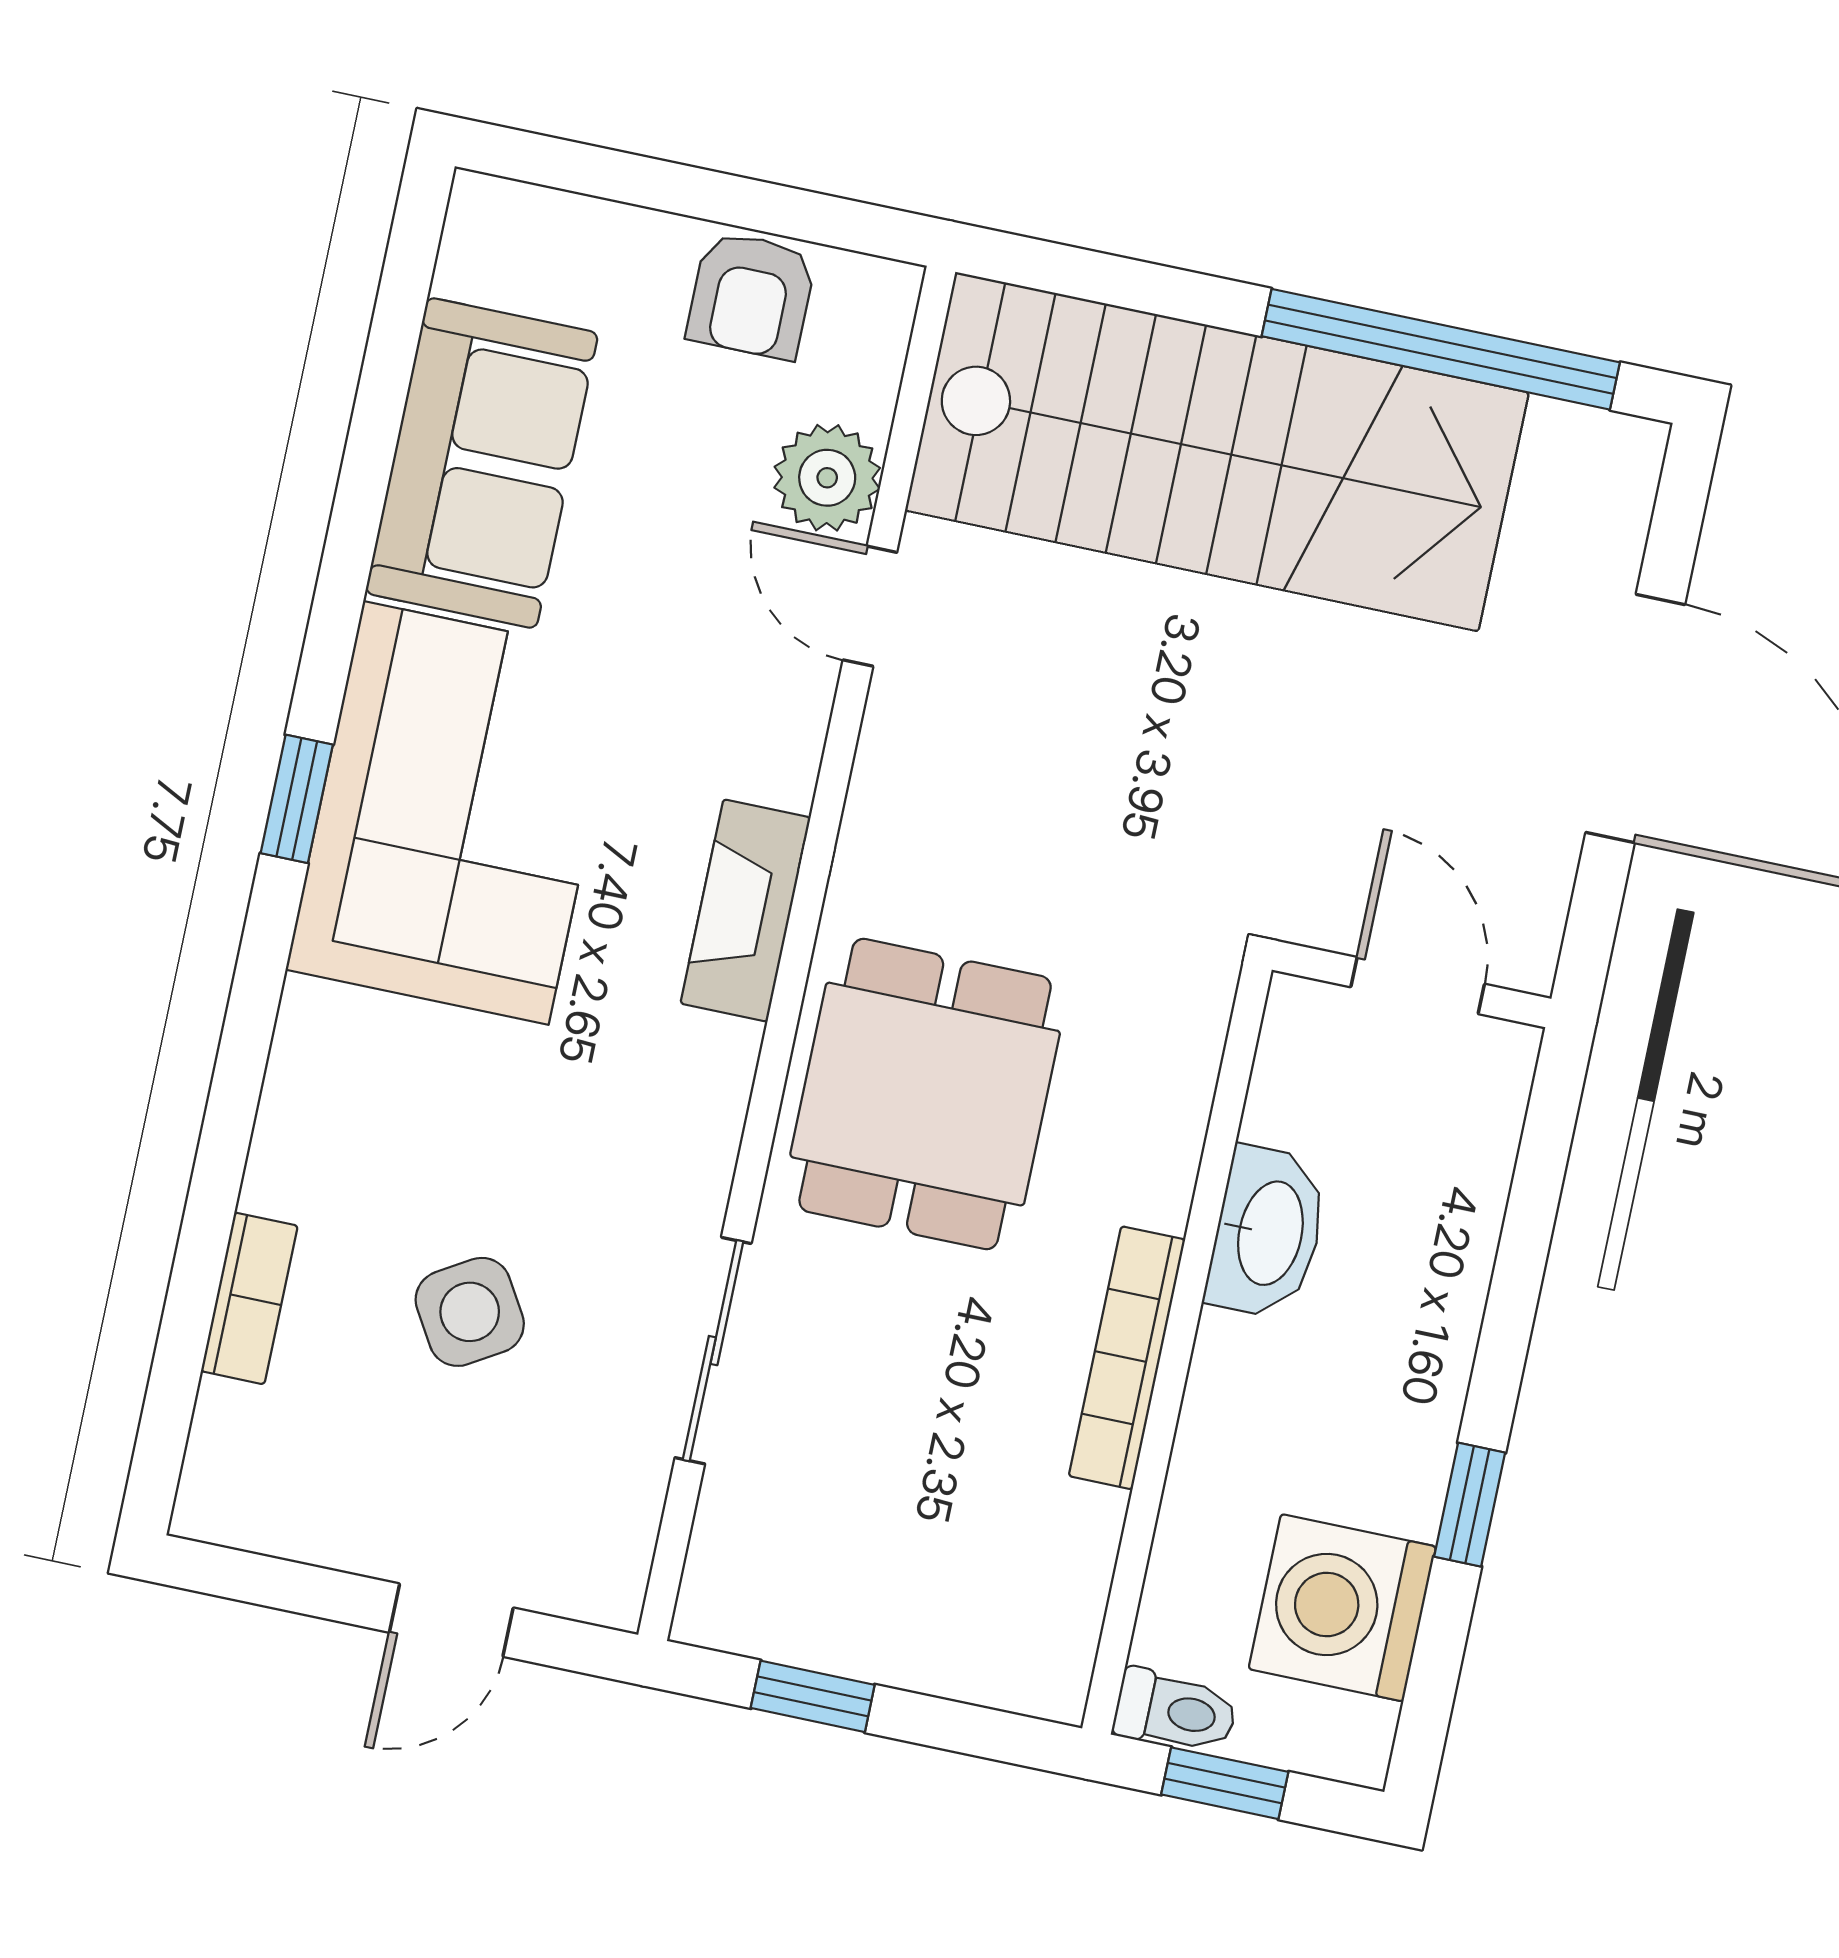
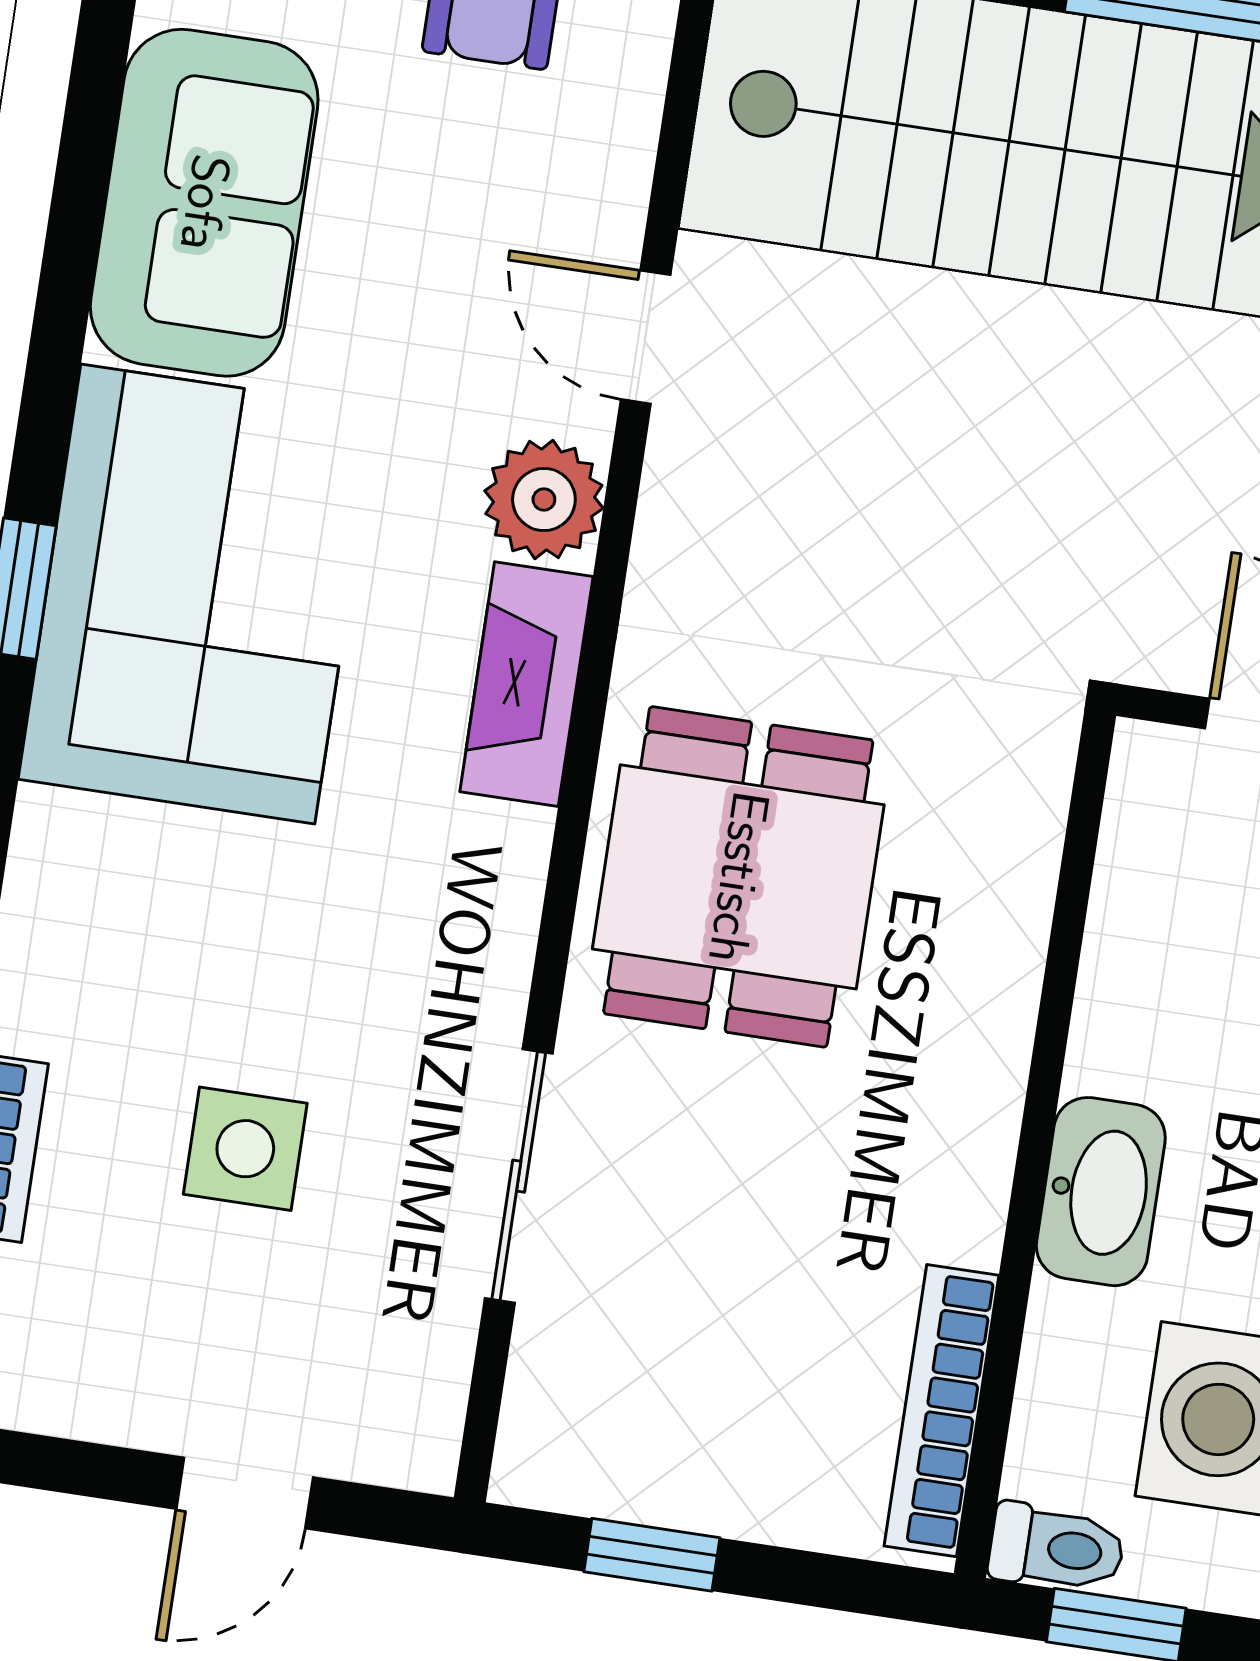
plant: (827, 478) -> (544, 500), moved
washbasin: (1268, 1233) -> (1101, 1192), moved
side table: (470, 1312) -> (245, 1149), turned 31
bookcase: (1127, 1358) -> (942, 1411), moved

